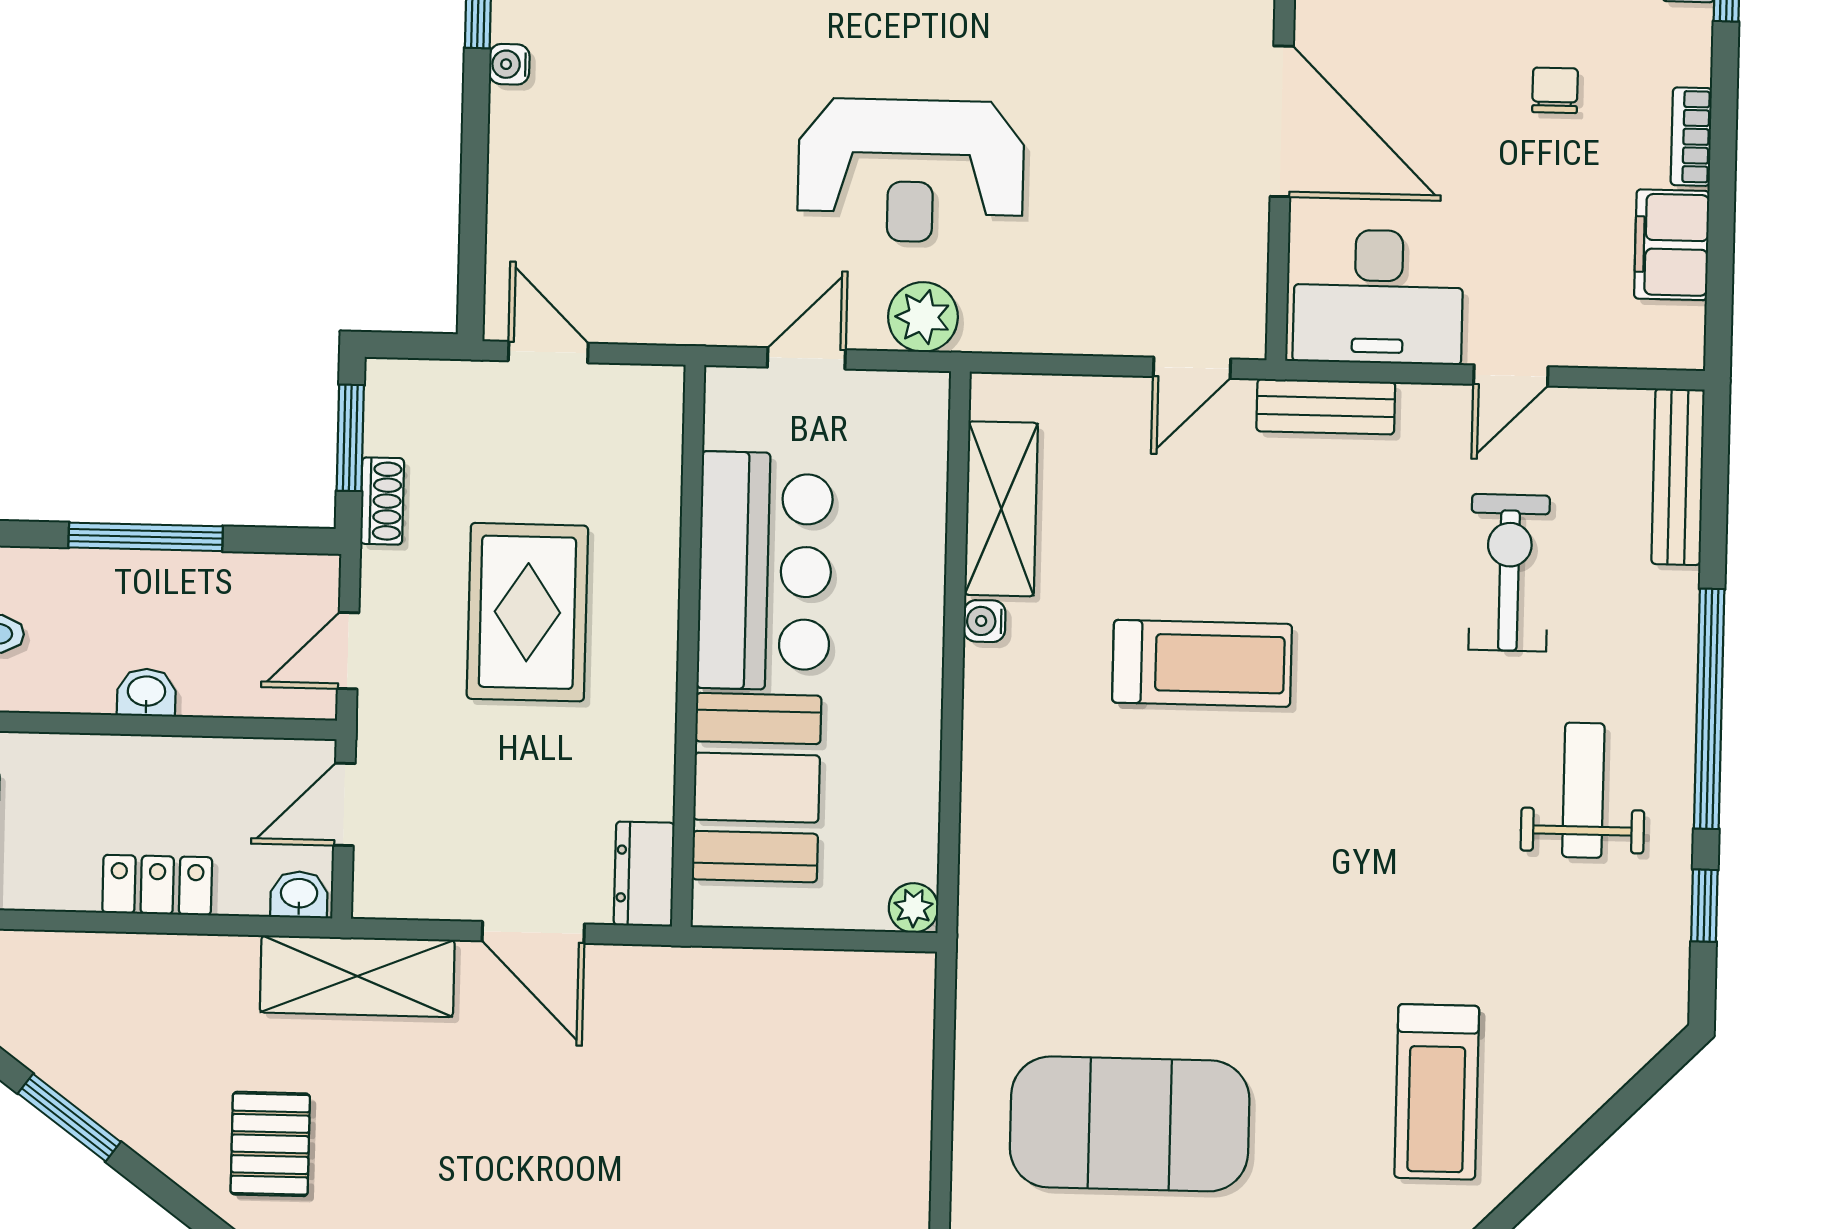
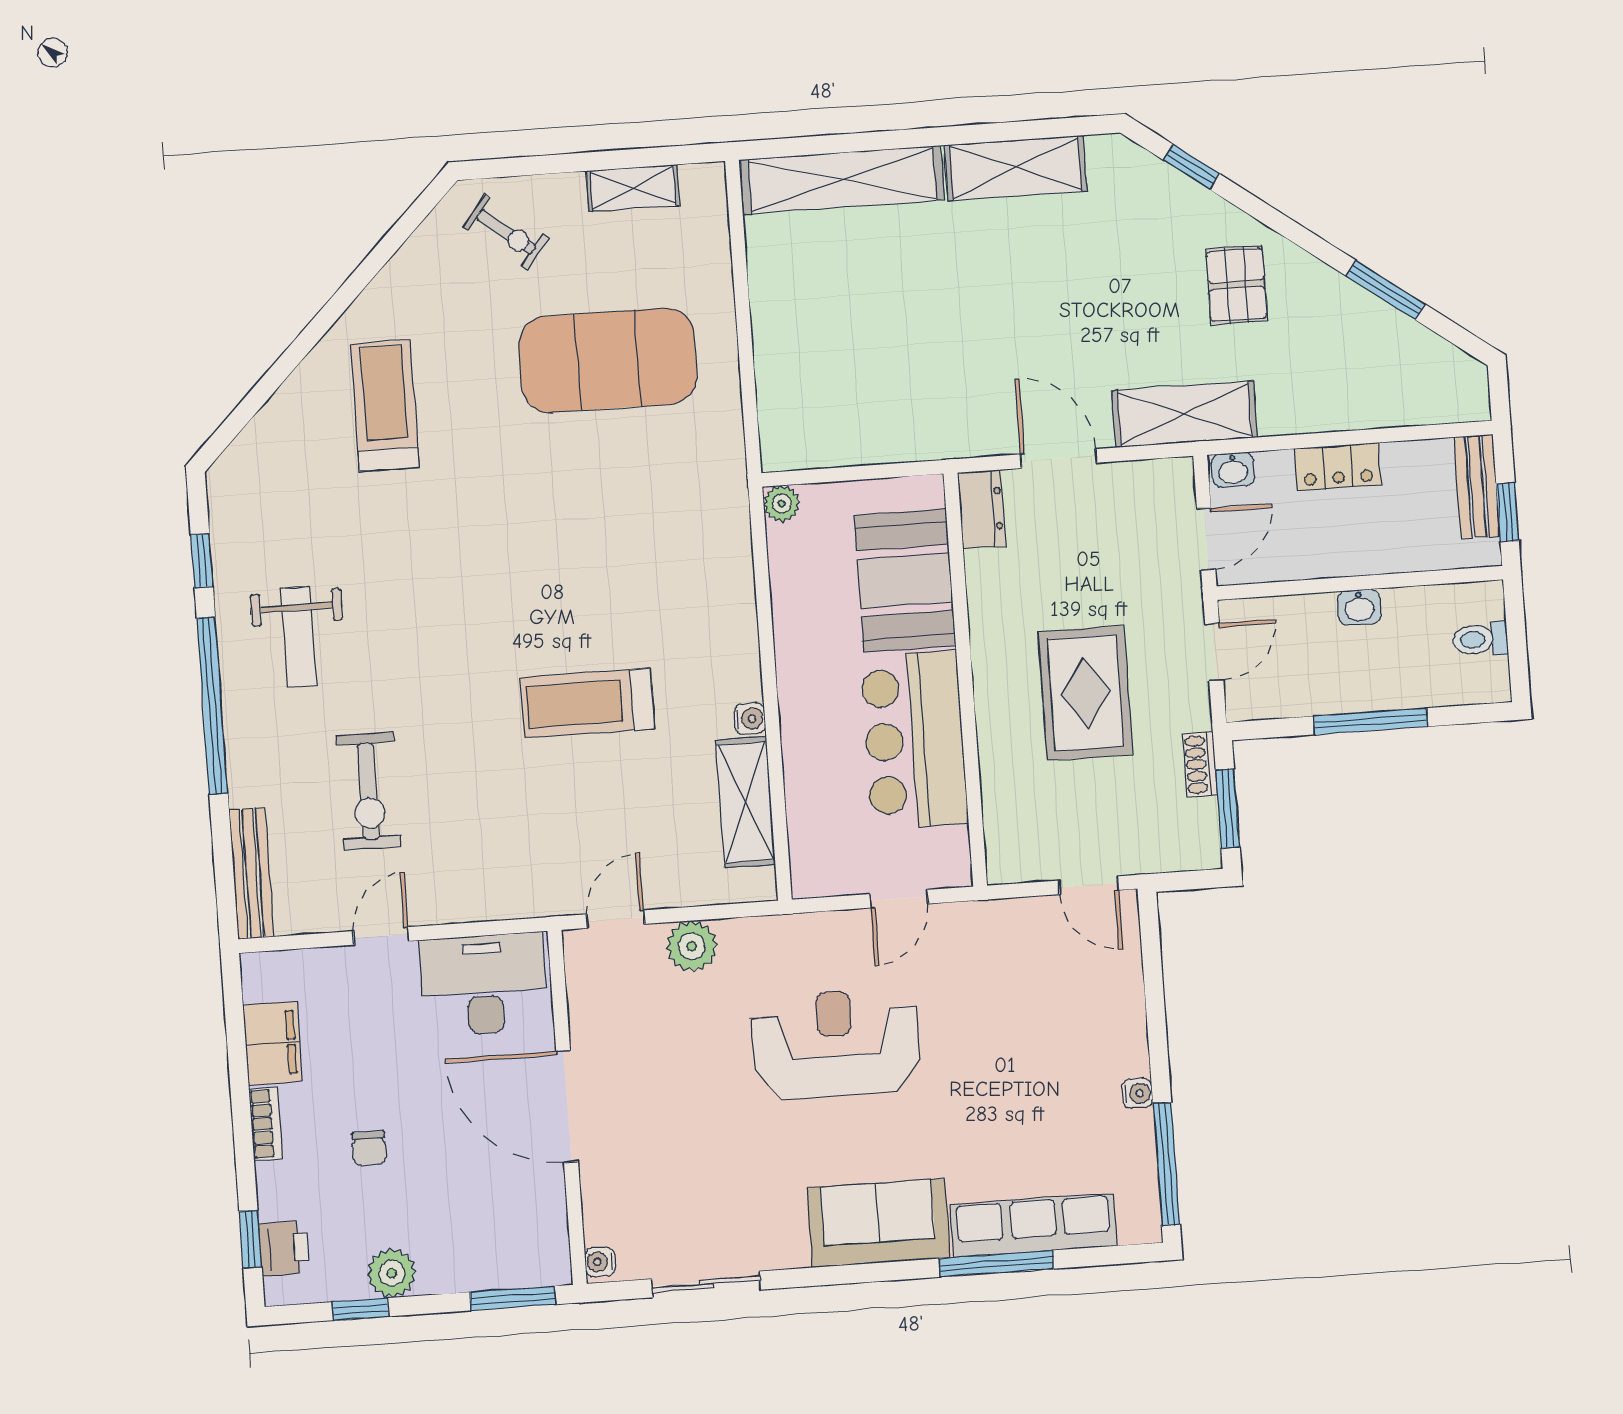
plant: (923, 317) -> (692, 946), moved
bench: (1326, 407) -> (515, 900), removed

